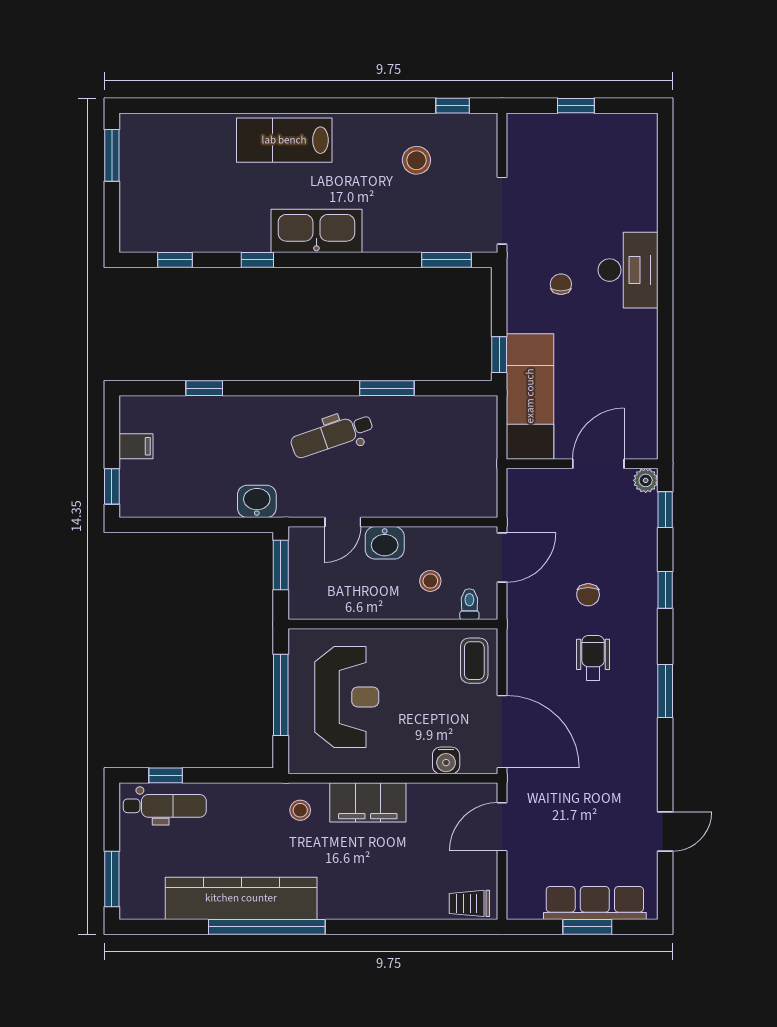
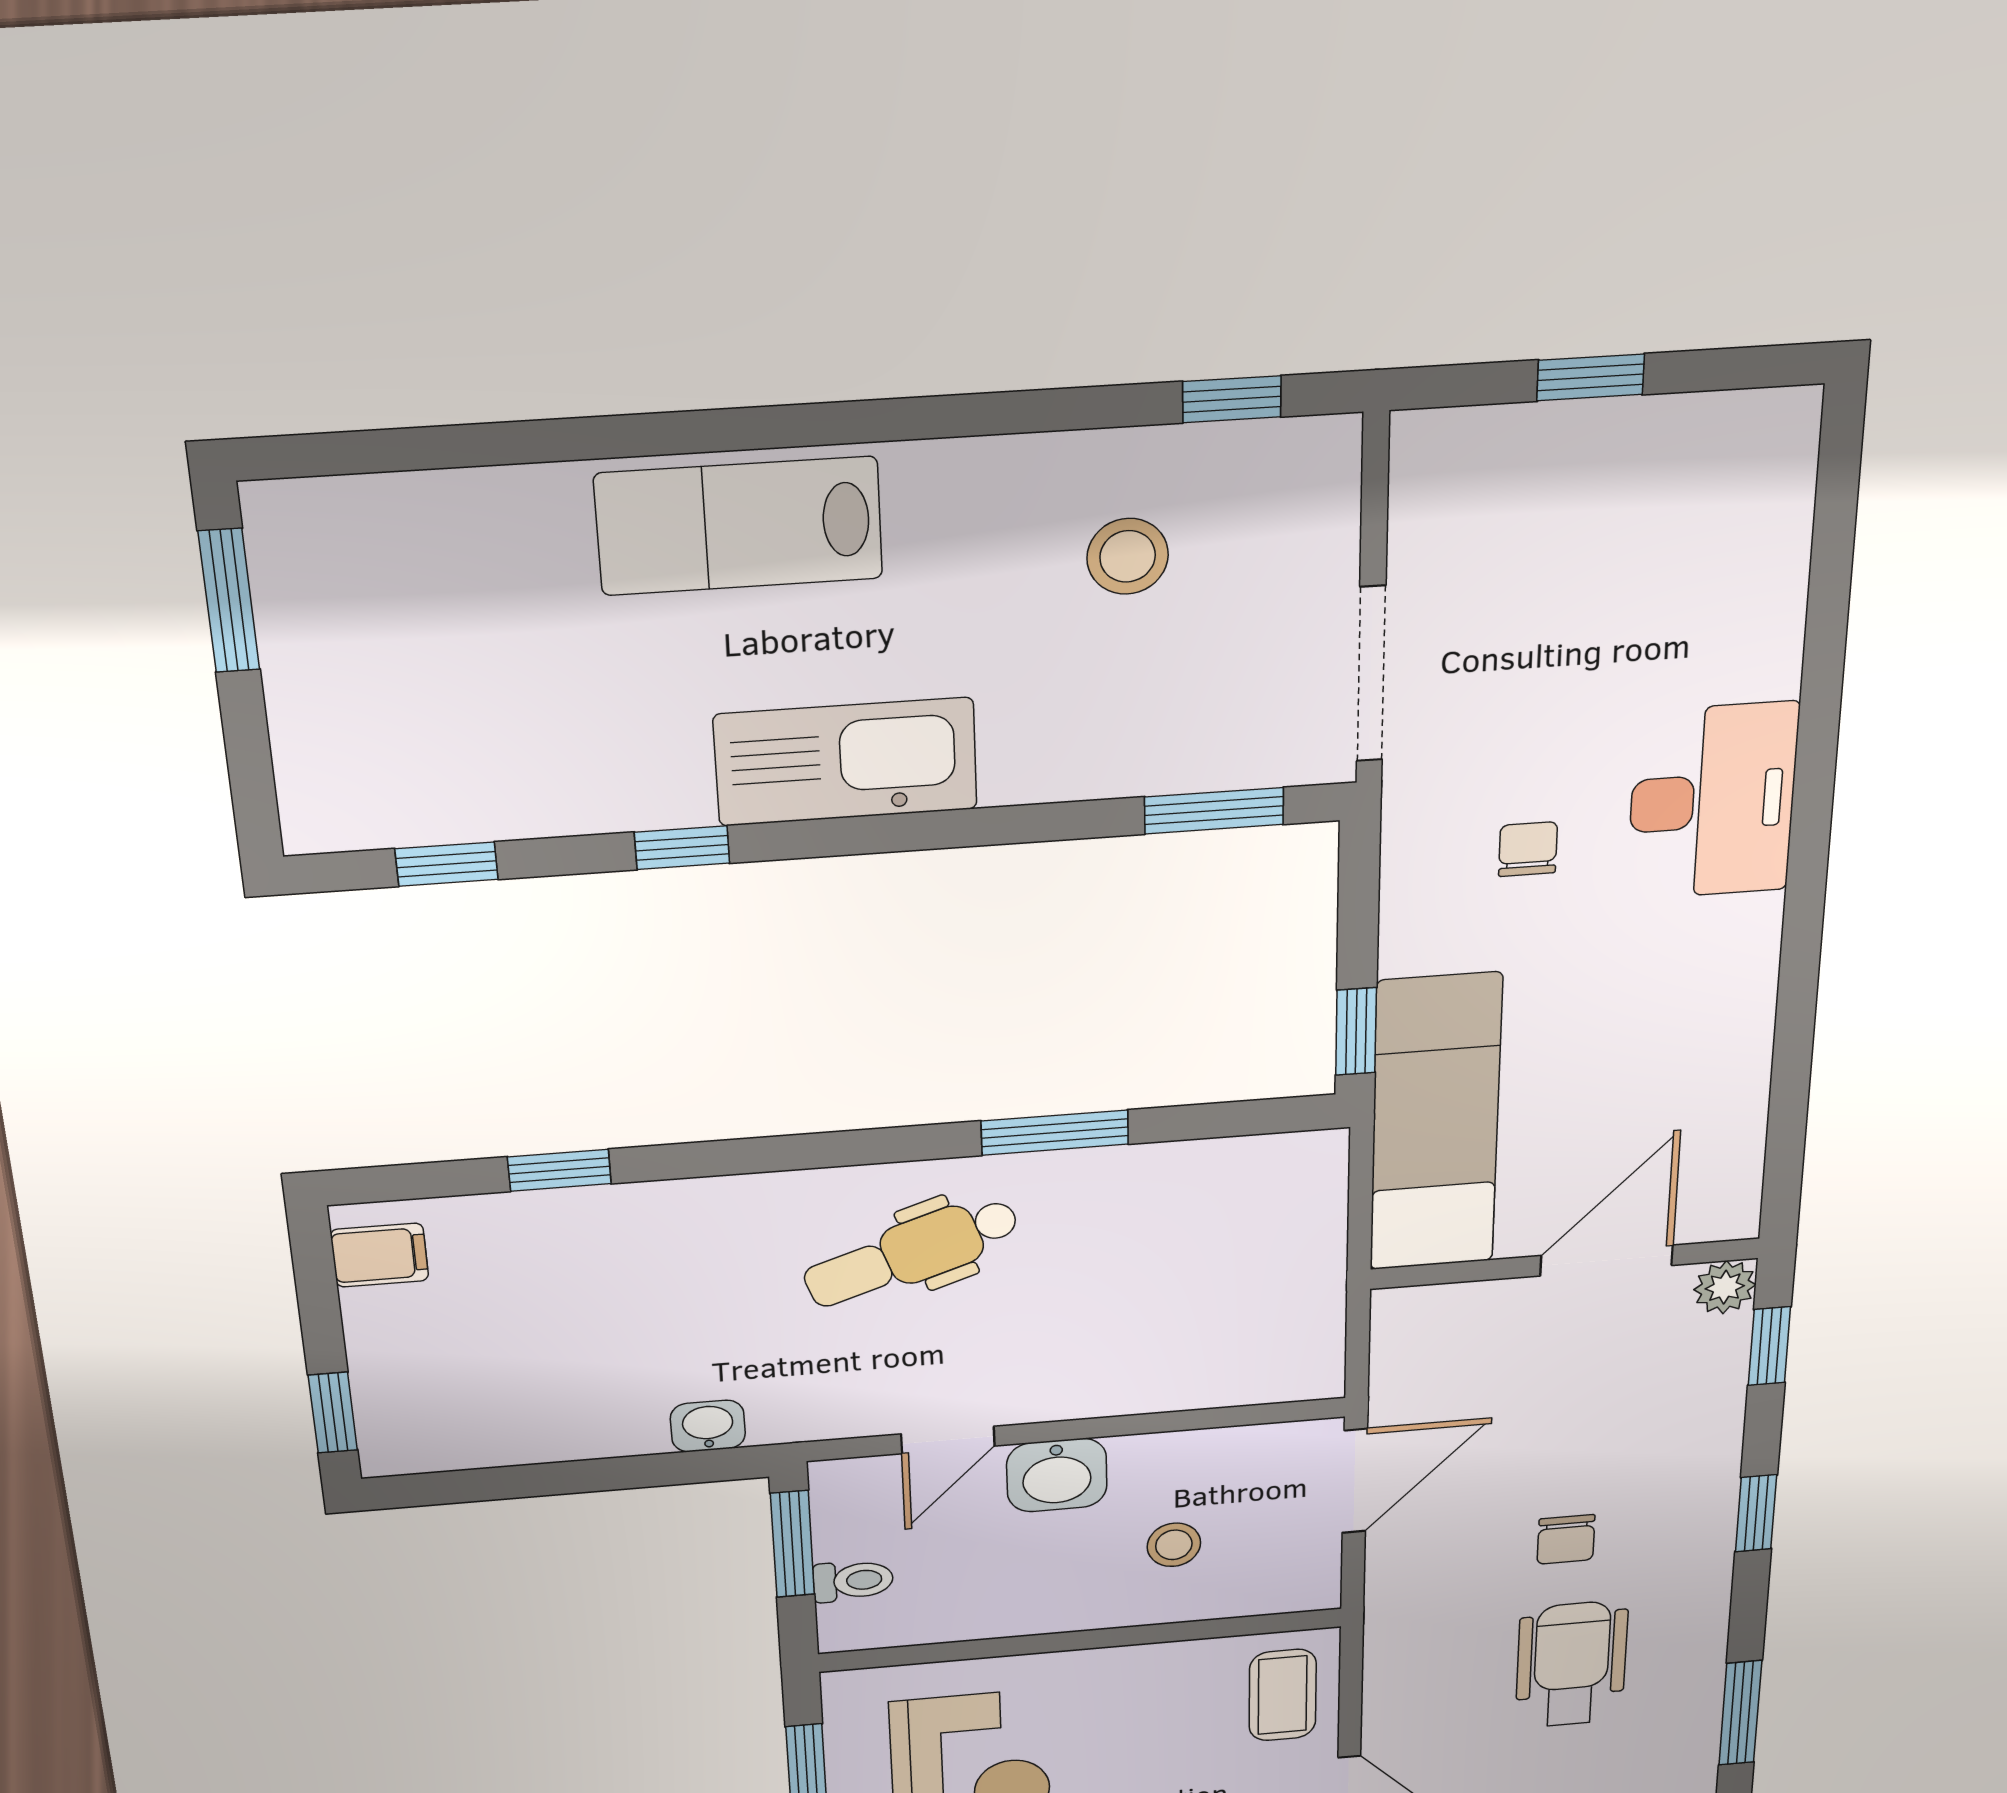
filing cabinet: (136, 446) -> (380, 1255), moved
washbasin: (257, 501) -> (708, 1426), width x0.72, depth x0.69
toilet: (469, 604) -> (853, 1581), moved, turned 90
wheelchair: (593, 658) -> (1571, 1664), width x1.36, depth x1.37

